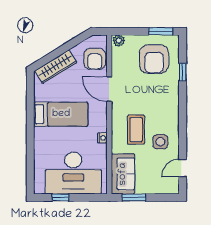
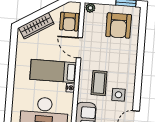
window: (183, 72) -> (141, 38), removed
bed: (61, 114) -> (53, 71), moved, turned 180

